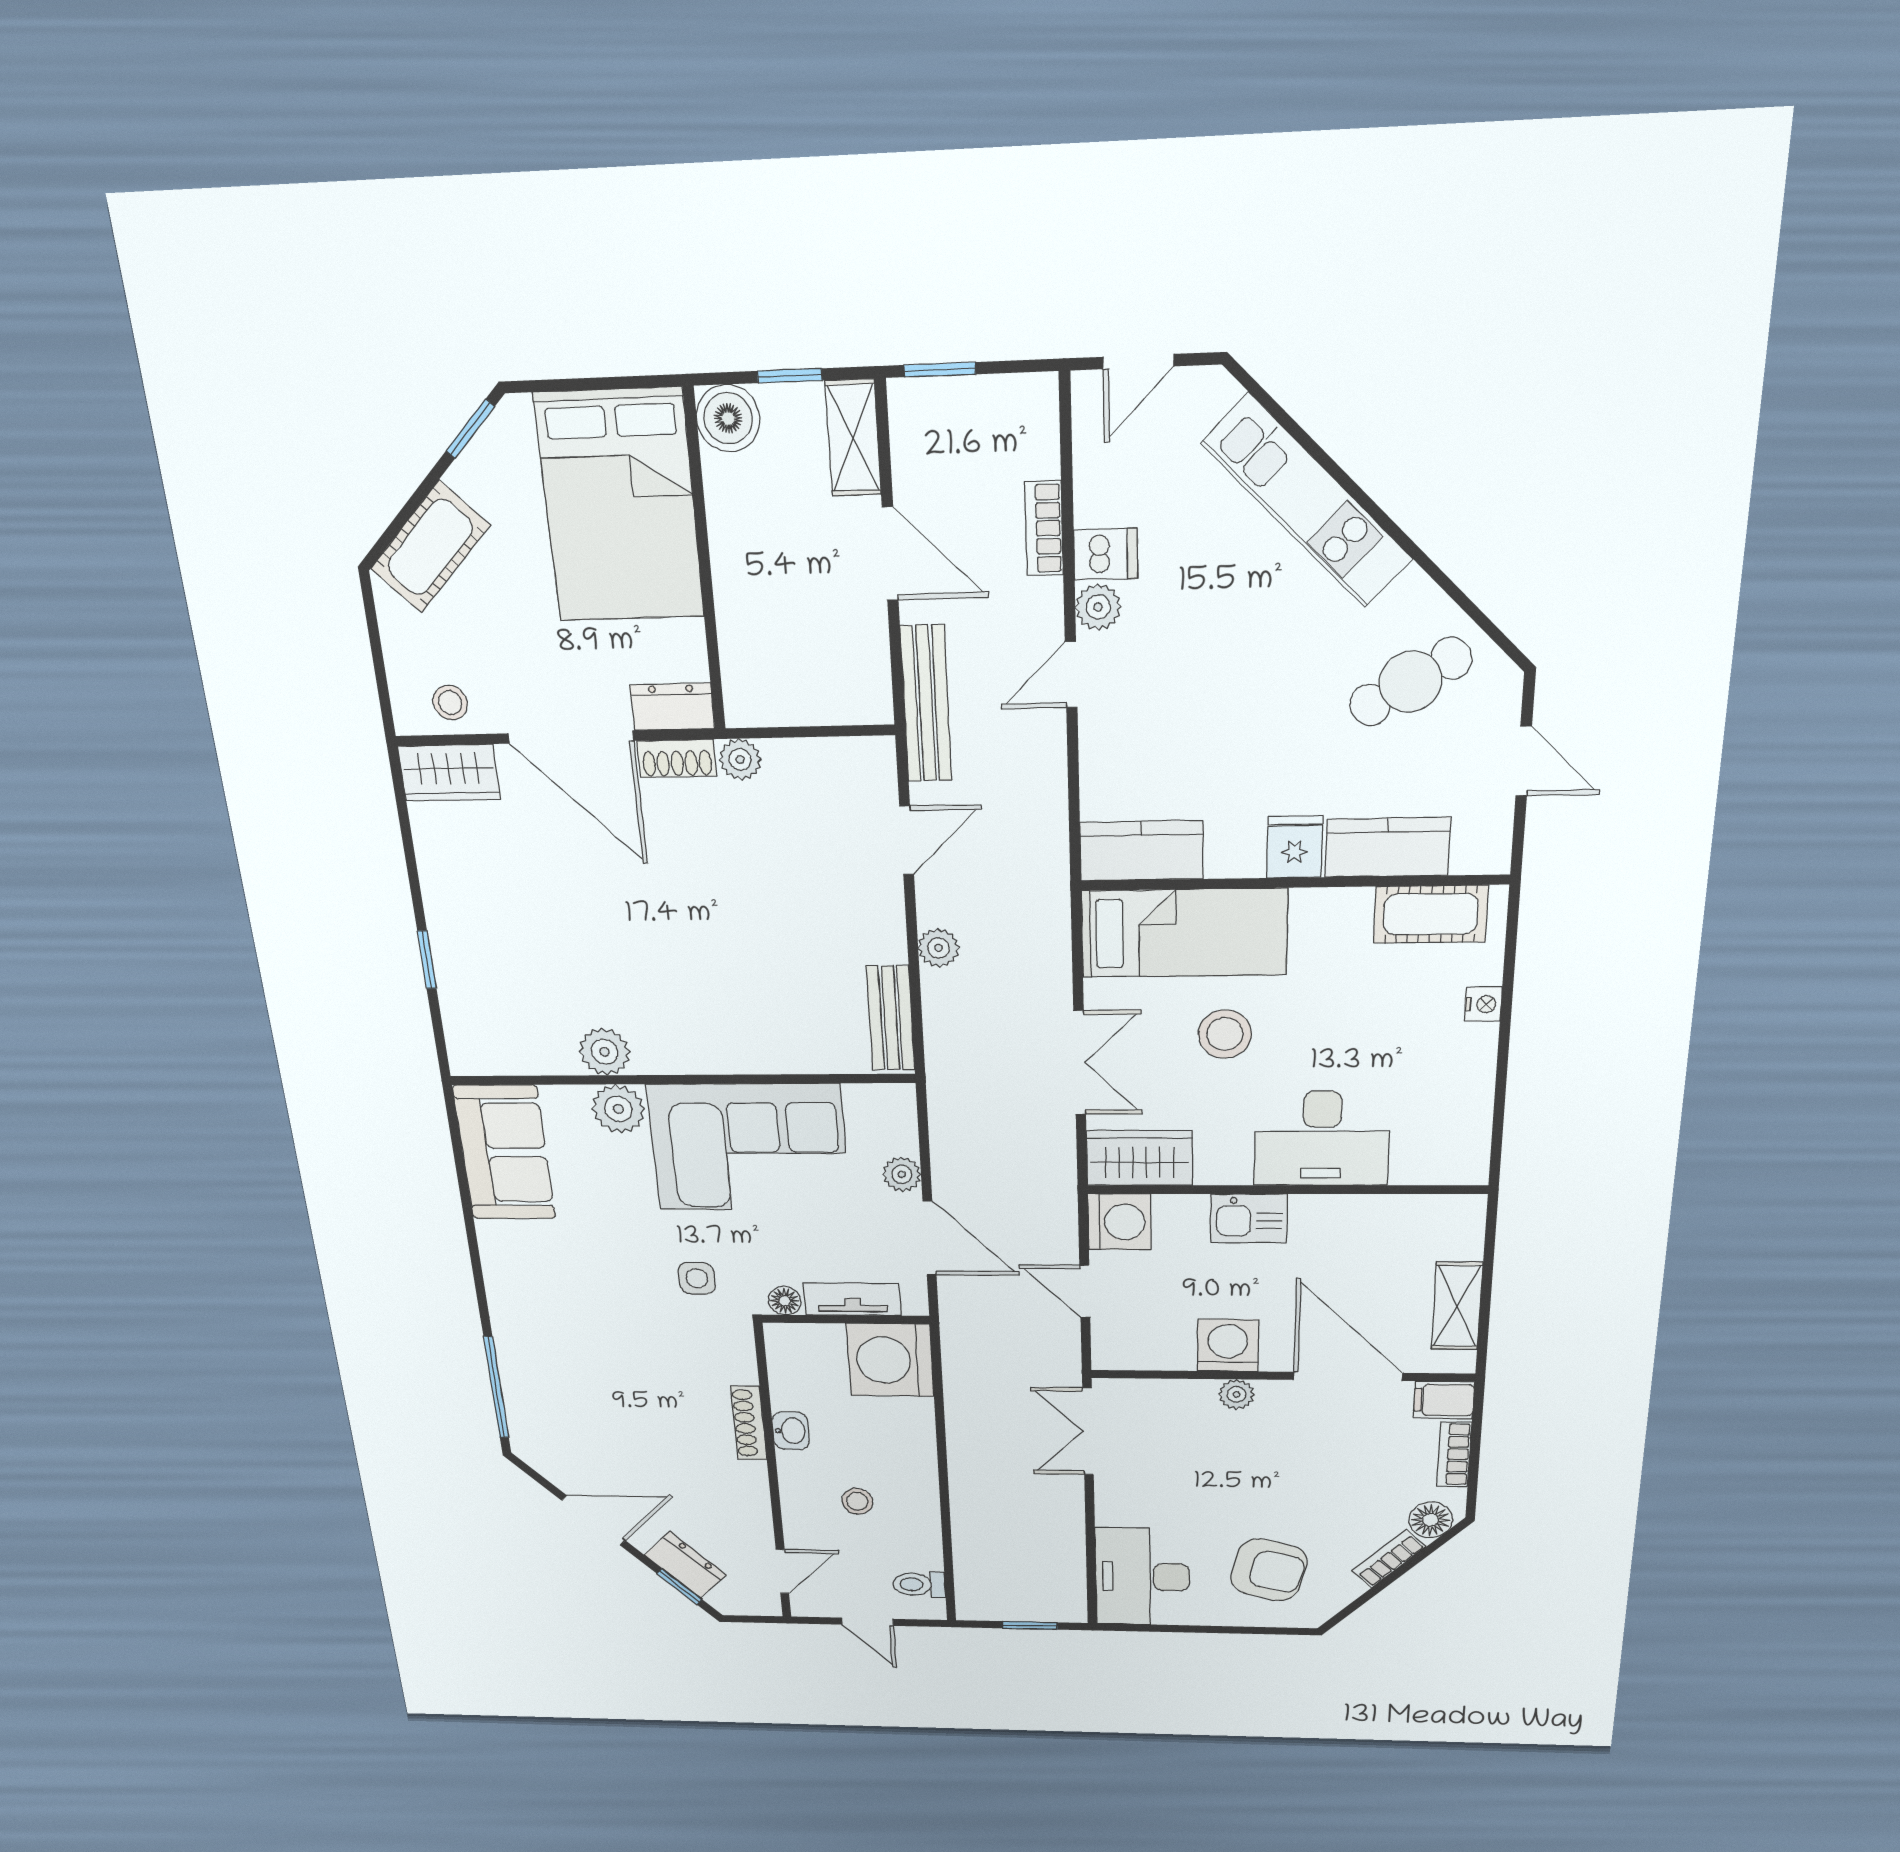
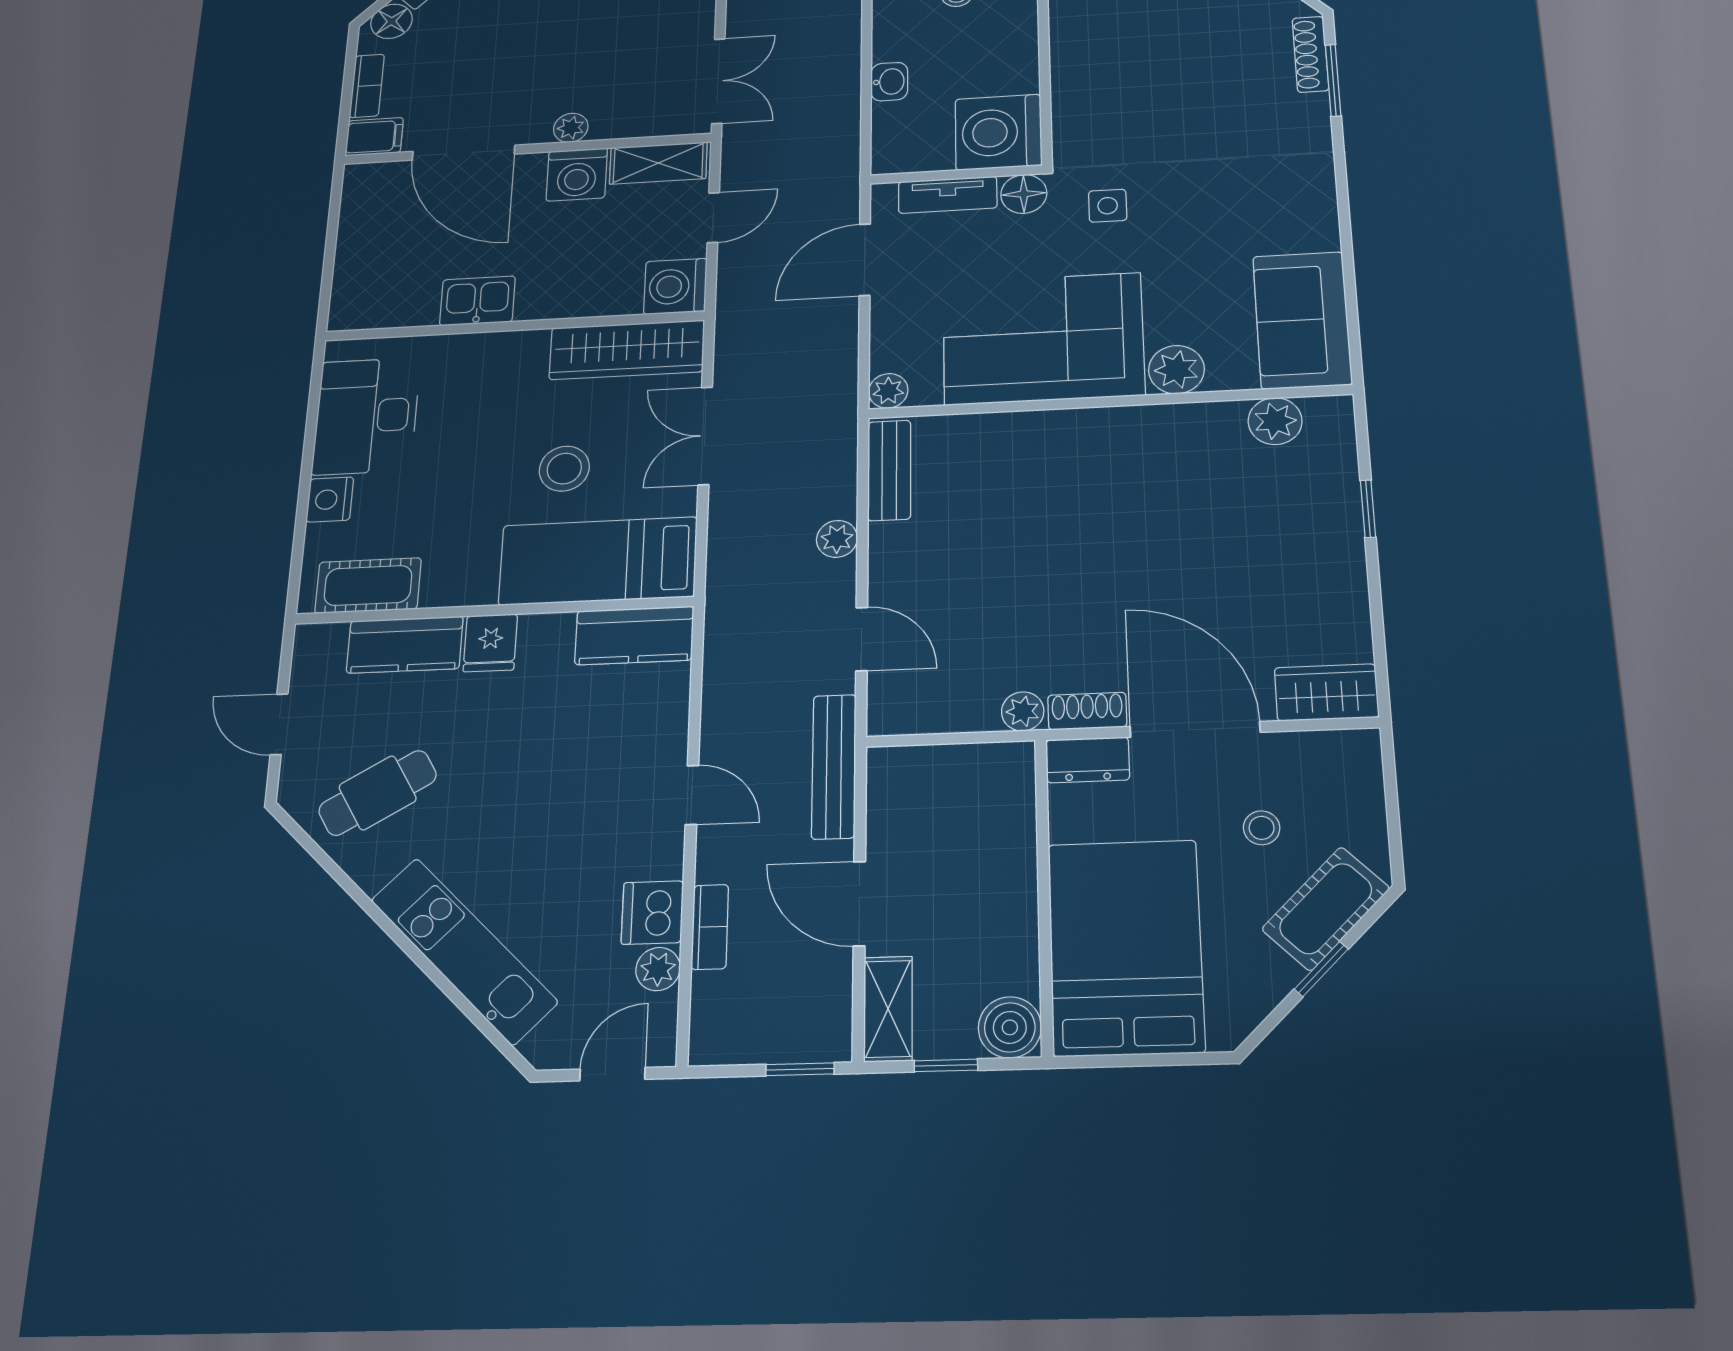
window: (470, 429) -> (1321, 969), moved
dishwasher: (1106, 554) -> (652, 912), width x1.38
plant: (1098, 607) -> (658, 969), moved
door: (1071, 675) -> (692, 795), hinge flipped
stool: (450, 702) -> (1262, 828), moved
door: (907, 840) -> (862, 639), swing flipped
nightstand: (1483, 1004) -> (330, 499), width x1.39, depth x1.35
plant: (605, 1052) -> (1275, 421), moved
desk: (1322, 1139) -> (366, 416), moved, turned -90
wardrobe: (1140, 1158) -> (627, 350), width x1.50
plant: (902, 1174) -> (888, 391), moved
kitchen sink: (1249, 1218) -> (477, 301), moved
door: (930, 1238) -> (865, 260), hinge flipped
door: (1085, 1291) -> (713, 218), hinge flipped
floor lamp: (785, 1301) -> (1024, 194), width x1.37, depth x1.37
shelving: (1457, 1306) -> (658, 163), moved, turned 90
washing machine: (890, 1360) -> (998, 132), moved, turned 180
window: (496, 1387) -> (1333, 80), width x0.69
shoe rack: (749, 1423) -> (1311, 54), moved, turned 180
washbasin: (791, 1431) -> (889, 82), moved, turned 180

